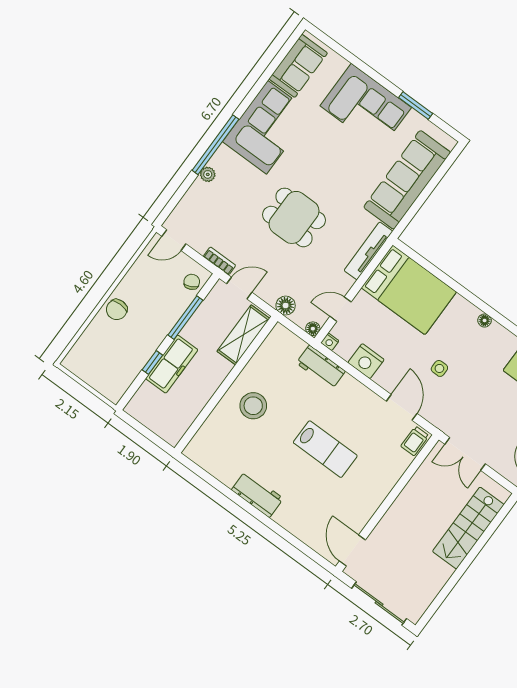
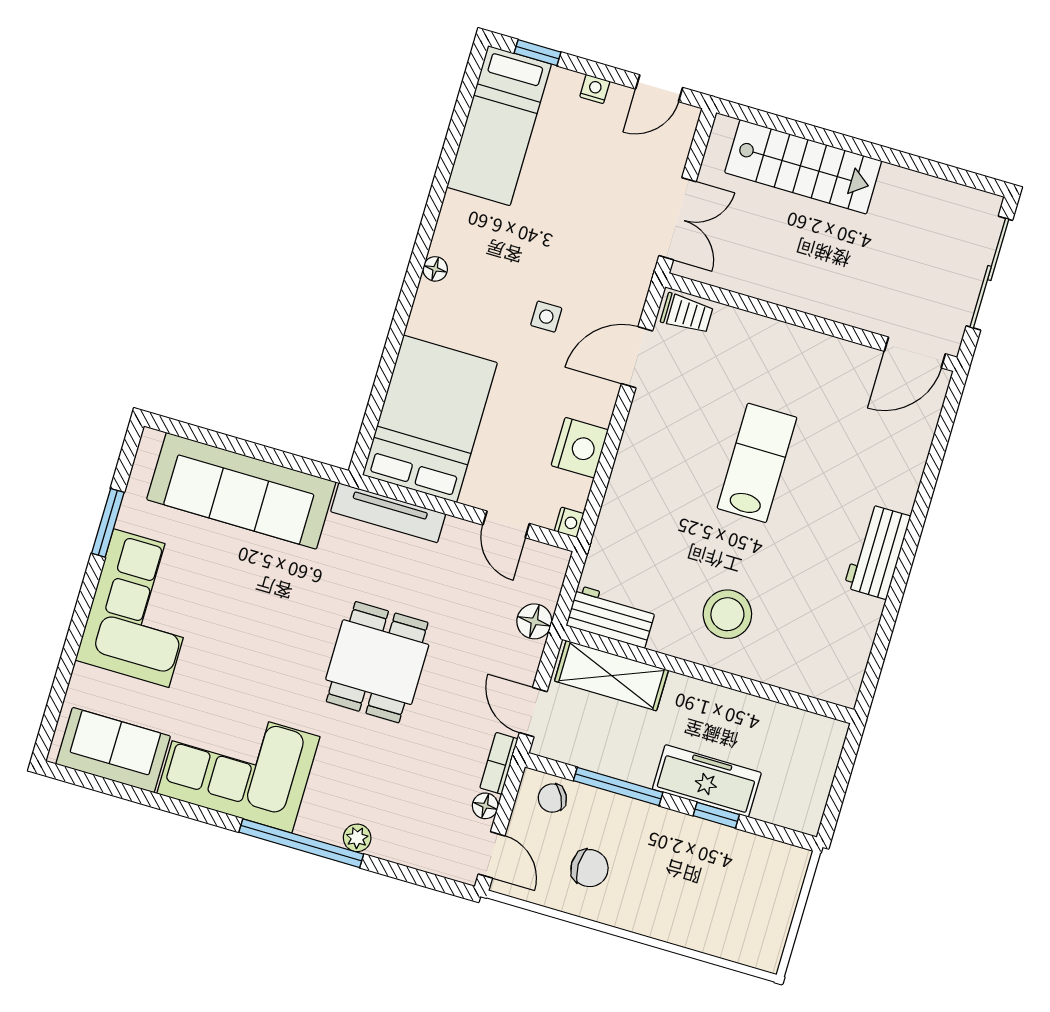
chair: (117, 310) -> (590, 868), moved
floor lamp: (313, 329) -> (485, 806), moved
workbench: (321, 367) -> (611, 617), moved, turned -90

